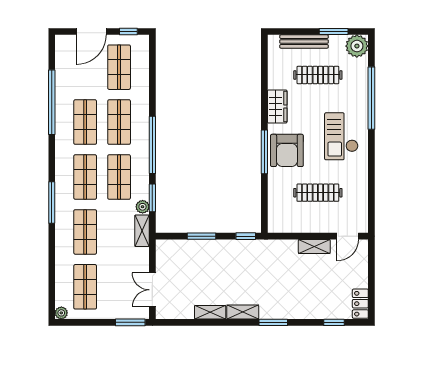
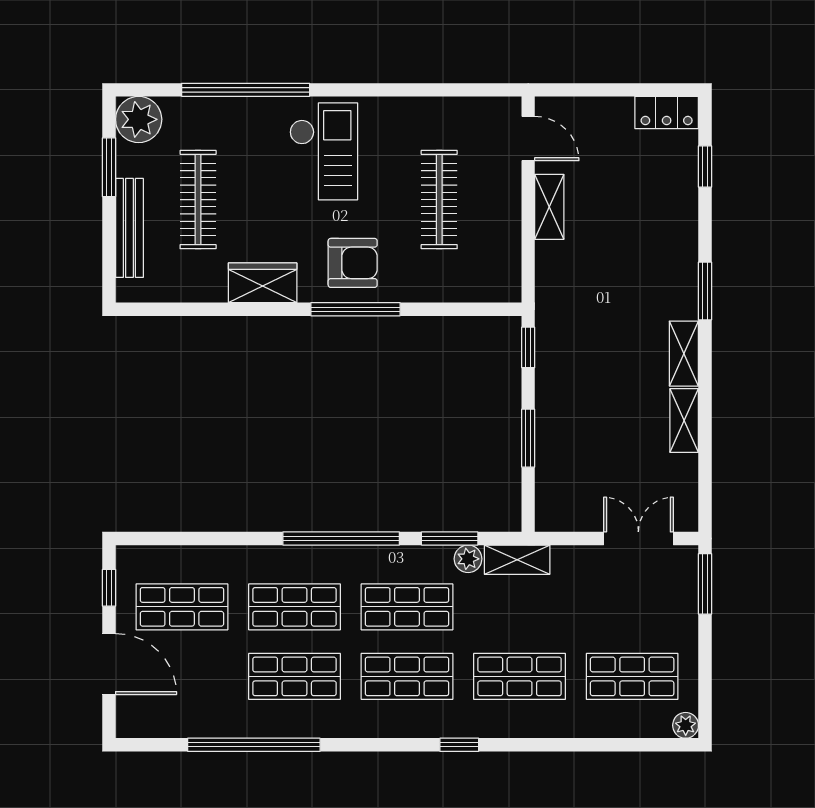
checkout: (341, 136) -> (324, 151), turned -90
armchair: (287, 150) -> (353, 263), width x0.73, depth x0.73
window: (52, 202) -> (459, 745), width x0.46
double door: (152, 290) -> (638, 538), swing flipped

